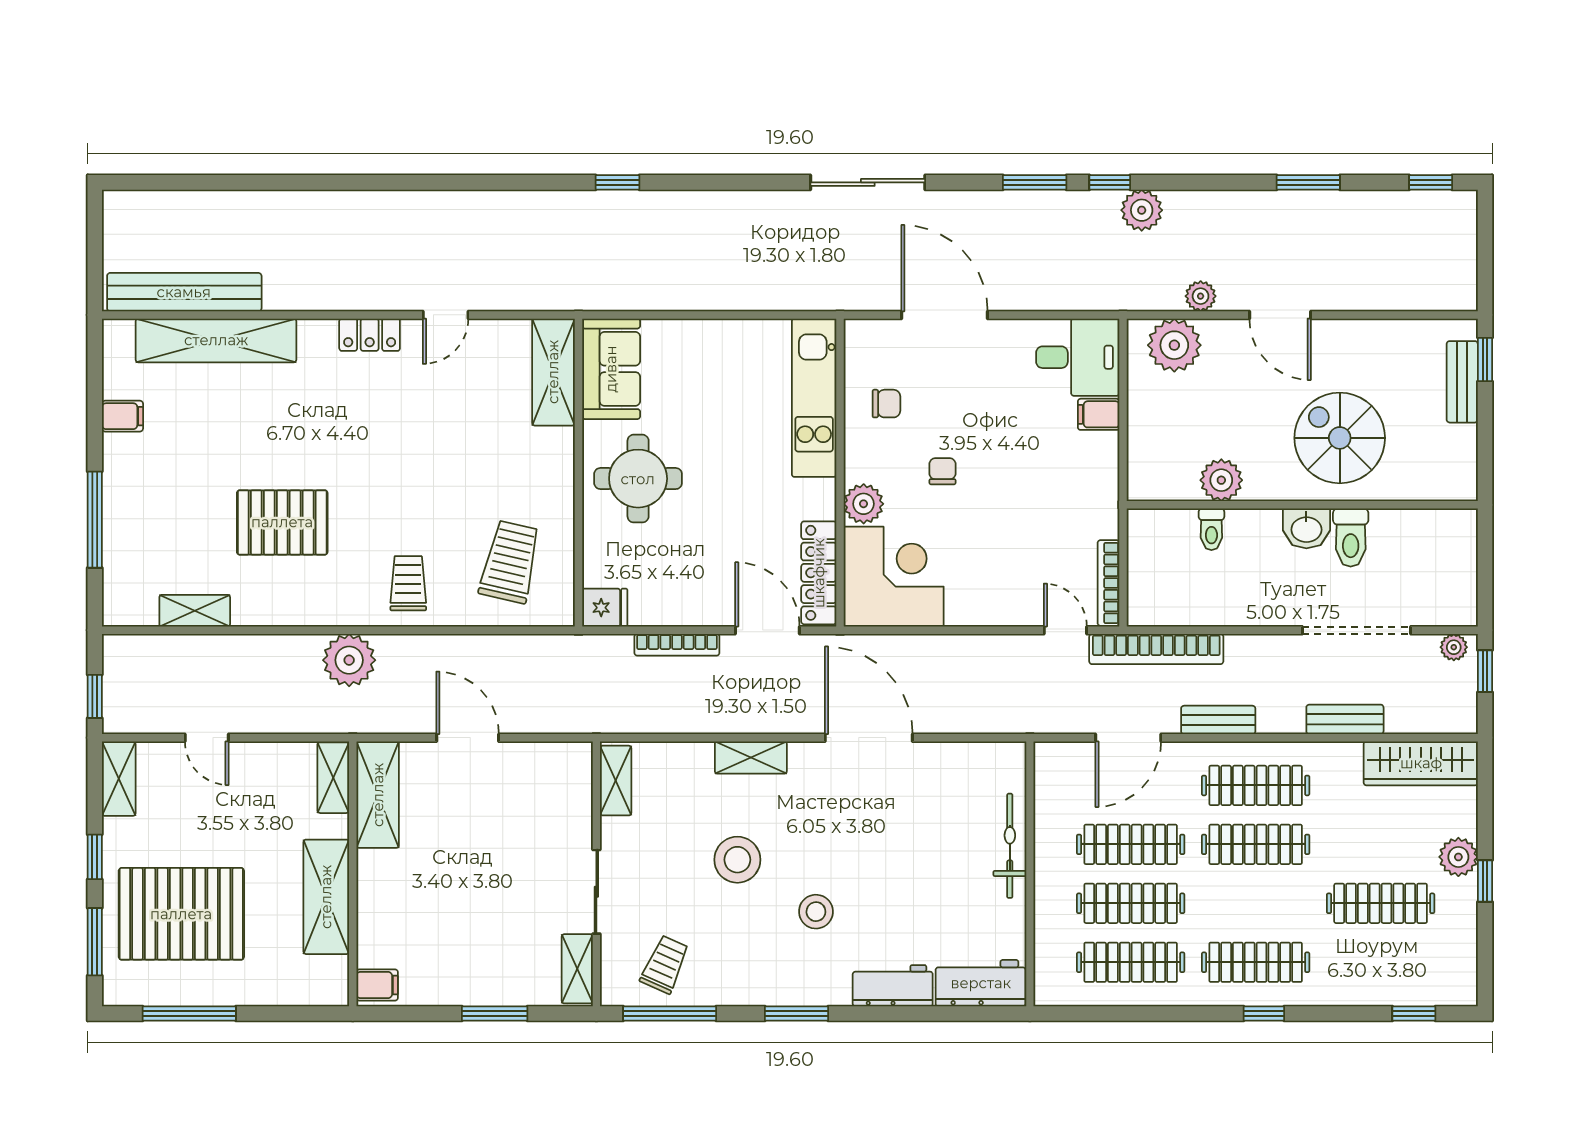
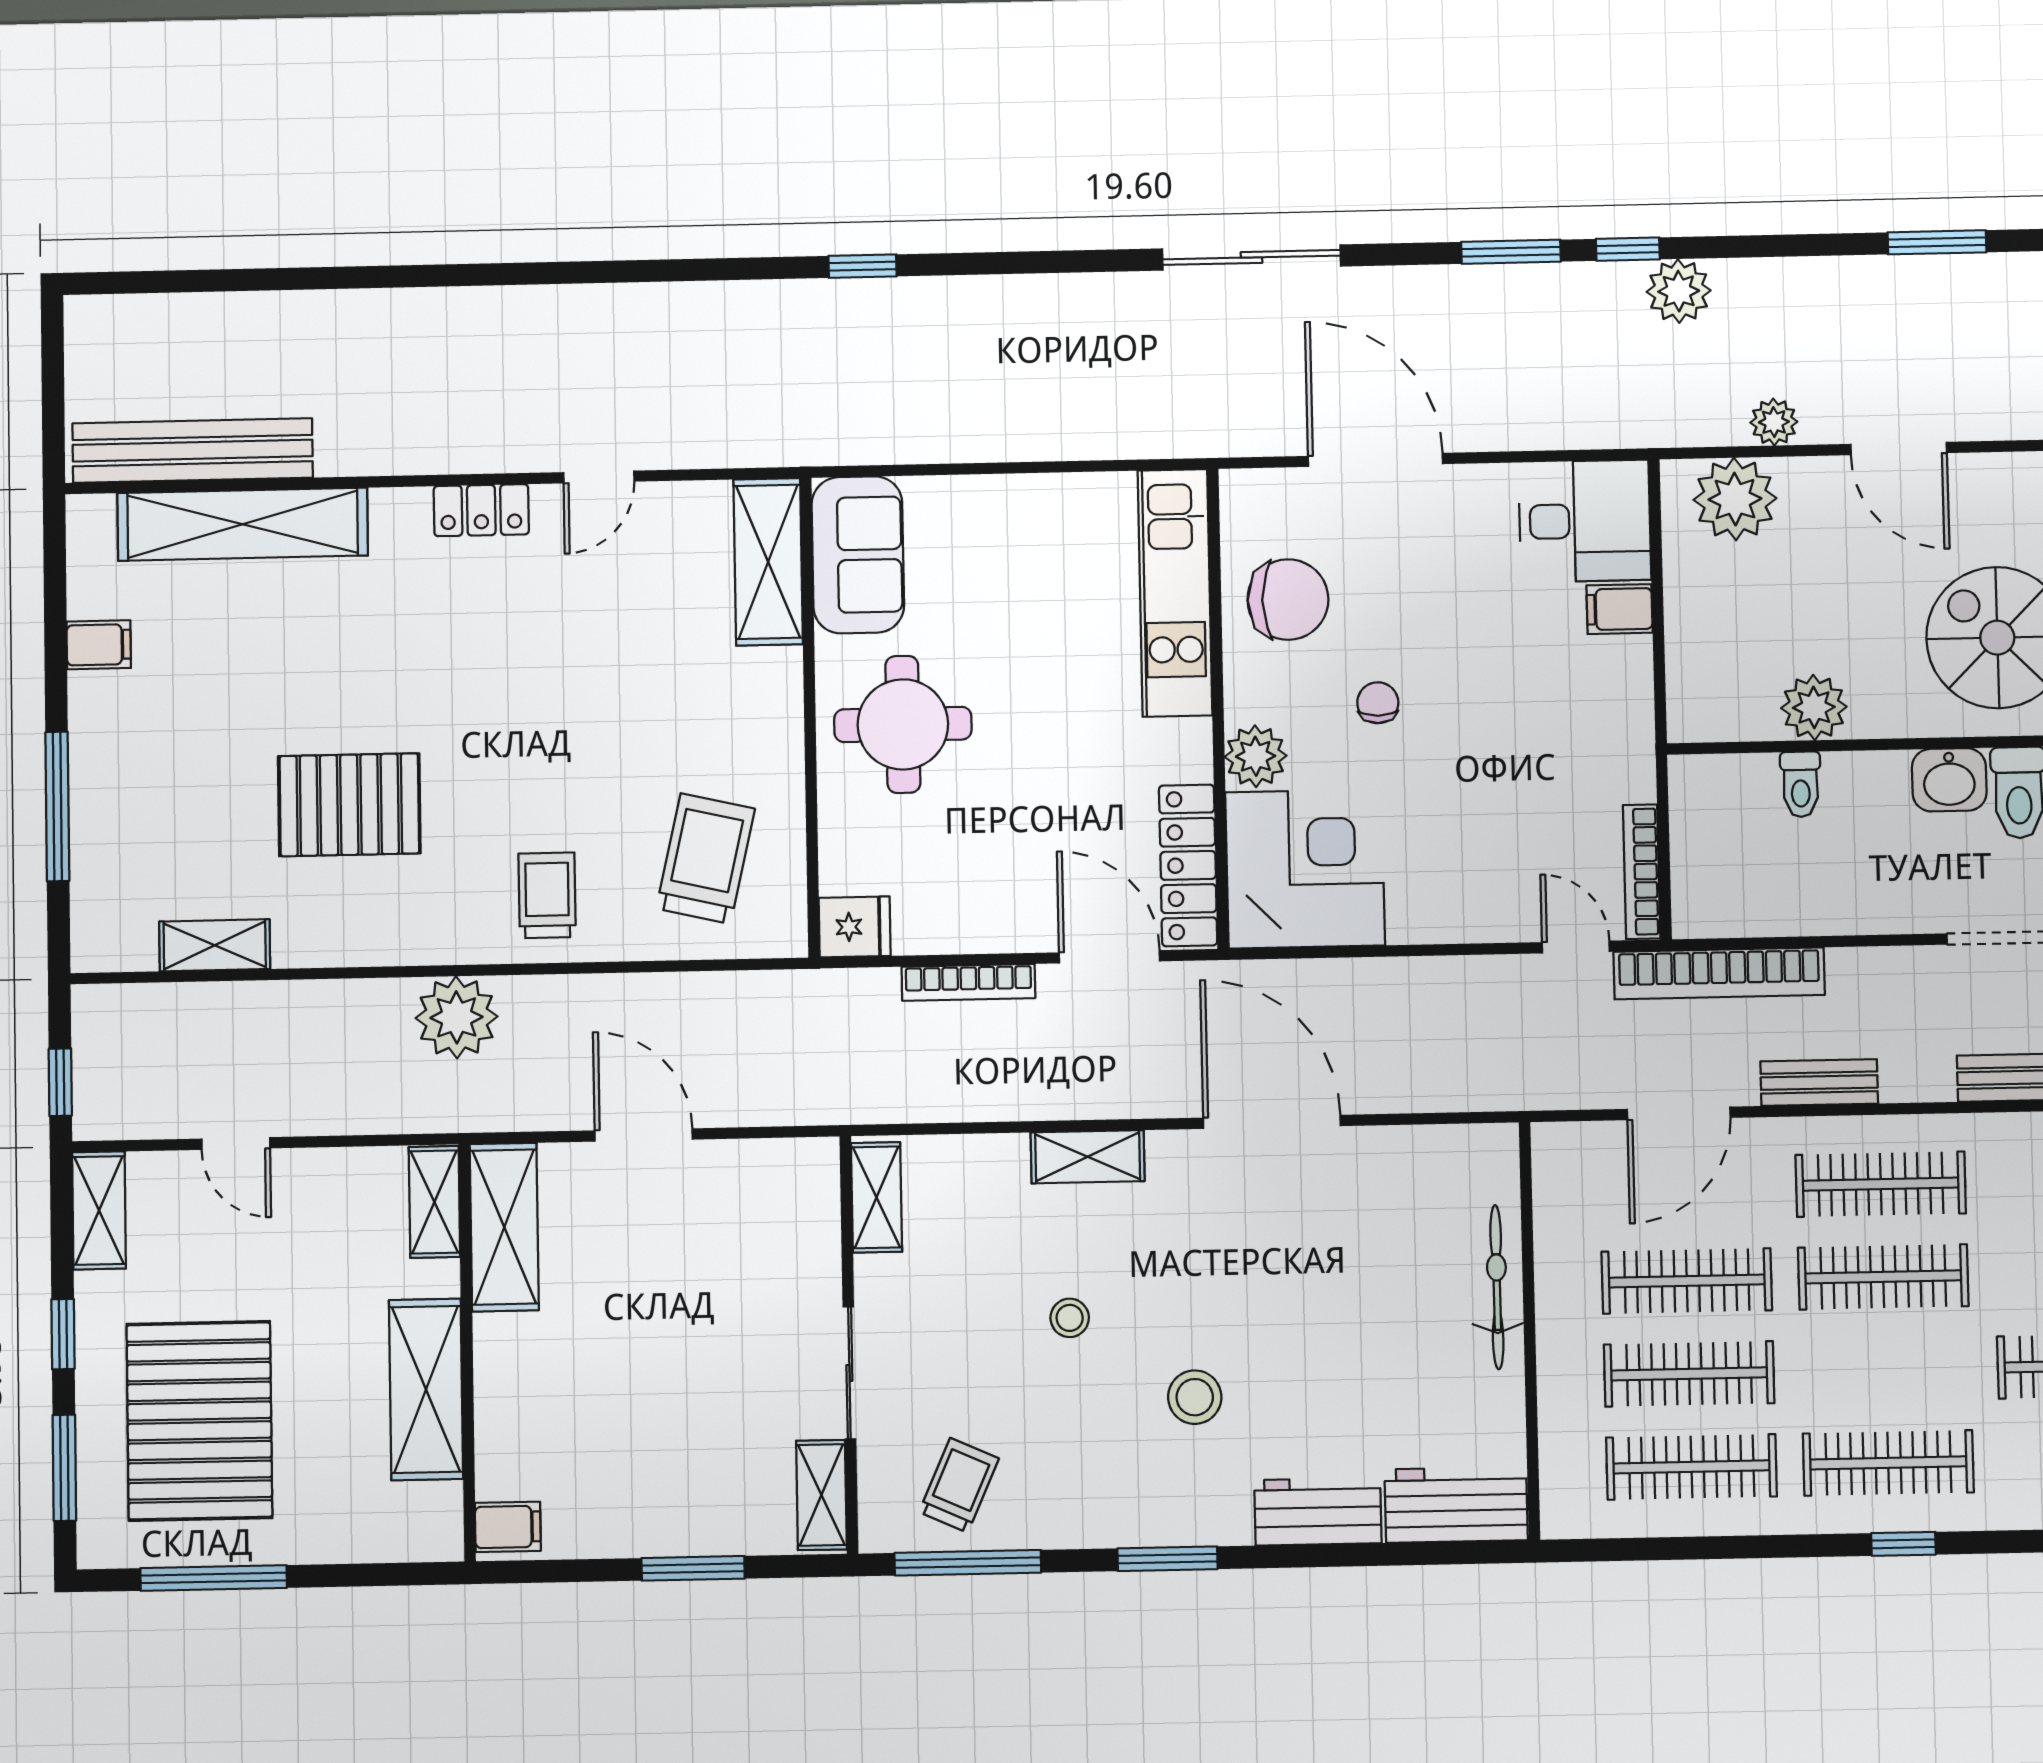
chair: (886, 404) -> (1288, 600), width x1.87, depth x1.87
stool: (737, 860) -> (1070, 1318), width x0.53, depth x0.53
pallet: (181, 914) -> (199, 1421), turned 90

